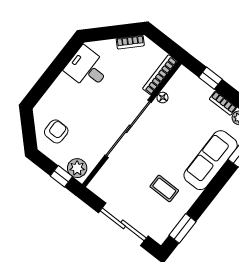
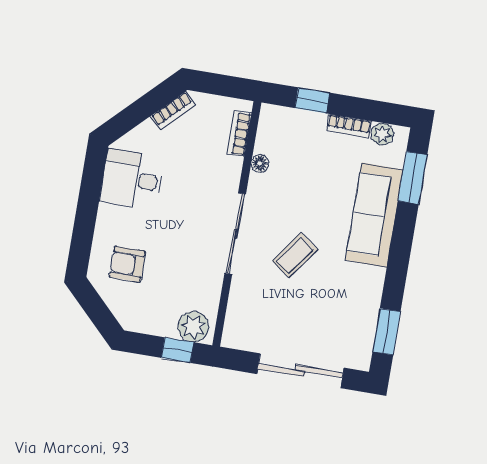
bookcase: (160, 75) -> (239, 134), width x0.64
sliding door: (128, 129) -> (235, 234), width x0.73
armchair: (56, 131) -> (127, 264), moved, turned -90
coffee table: (164, 188) -> (295, 255), moved, turned -54

